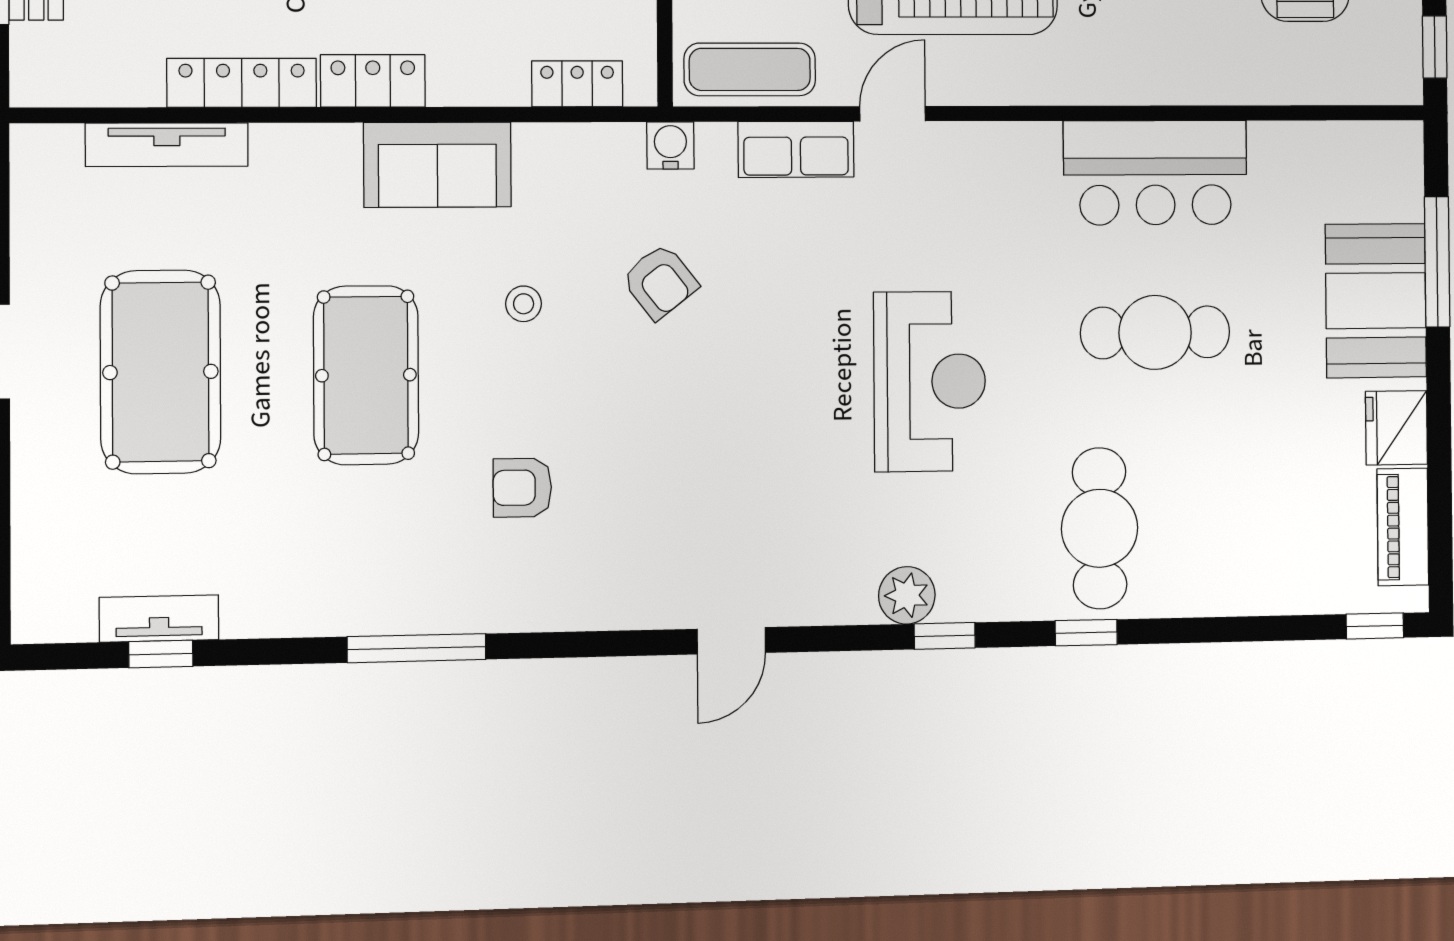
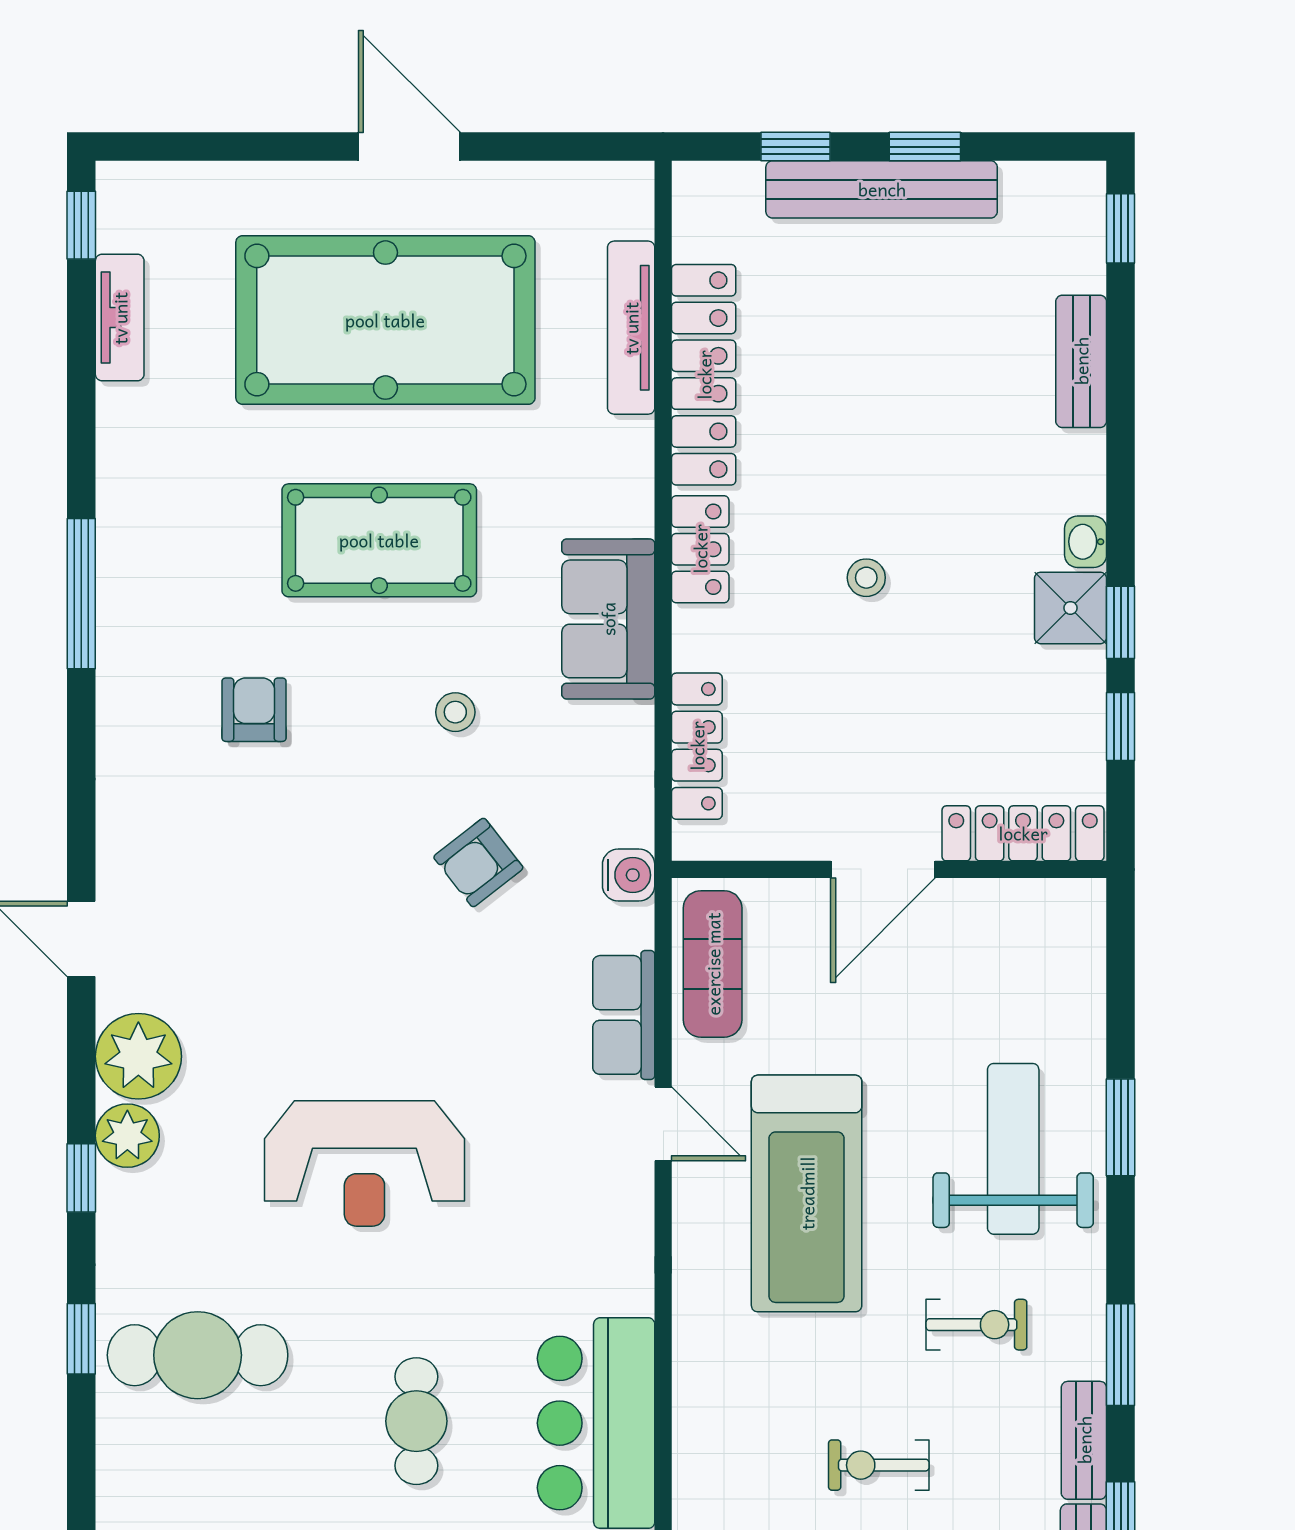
locker: (242, 83) -> (704, 375), width x1.41, depth x1.21
locker: (577, 84) -> (697, 746), width x1.53
cafe table: (1155, 332) -> (416, 1421), width x0.73, depth x0.74
pool table: (161, 372) -> (385, 320), width x1.36, depth x1.32
plant: (836, 587) -> (138, 1056), added
window: (161, 654) -> (81, 225), moved

